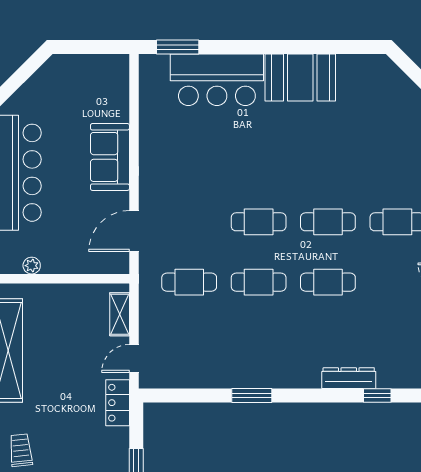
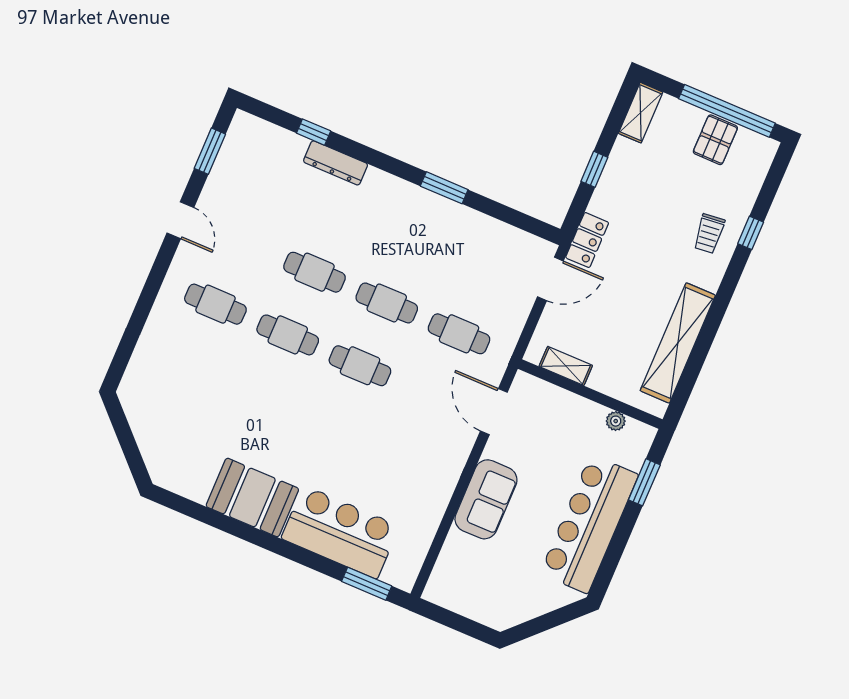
door: (134, 231) -> (494, 412), swing flipped
shelving: (120, 314) -> (566, 366), moved, turned 90
door: (134, 358) -> (550, 279), width x1.38

